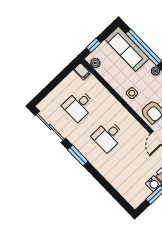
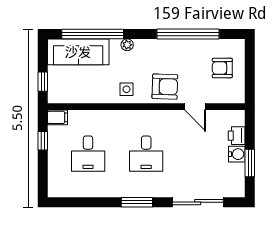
plant: (95, 63) -> (62, 97), removed
window: (62, 75) -> (43, 141), added
sliding door: (50, 127) -> (198, 202), moved

